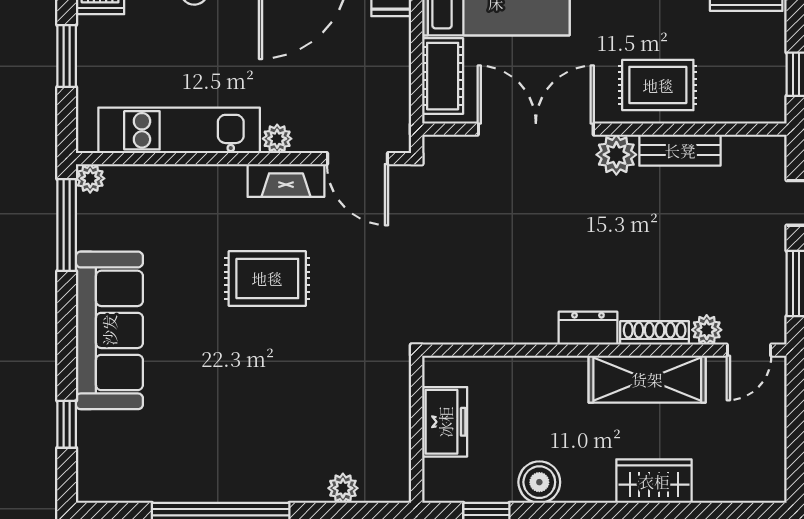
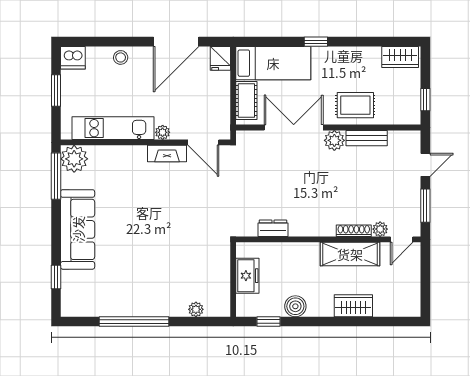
plant: (90, 178) -> (74, 159), width x1.88, depth x1.88
rug: (267, 278) -> (158, 203), removed
dresser: (588, 328) -> (273, 228), moved

